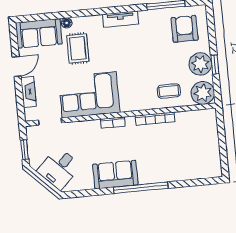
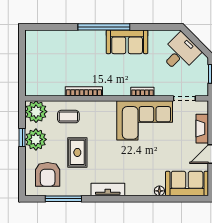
rug: (78, 48) -> (77, 152), moved
bookcase: (113, 123) -> (142, 92), moved

